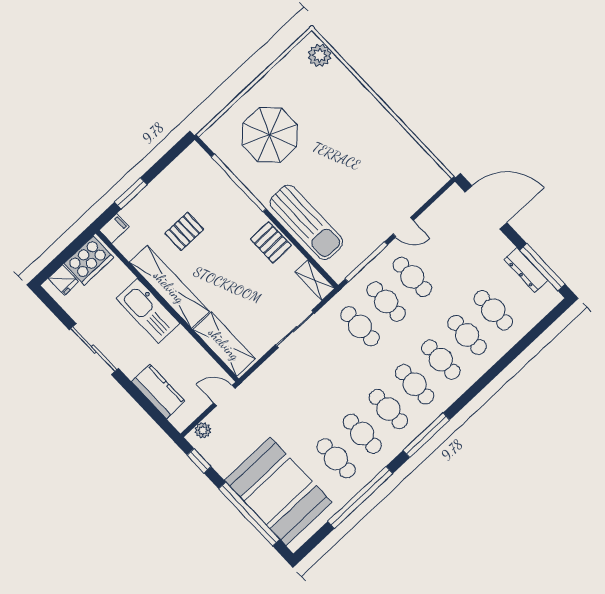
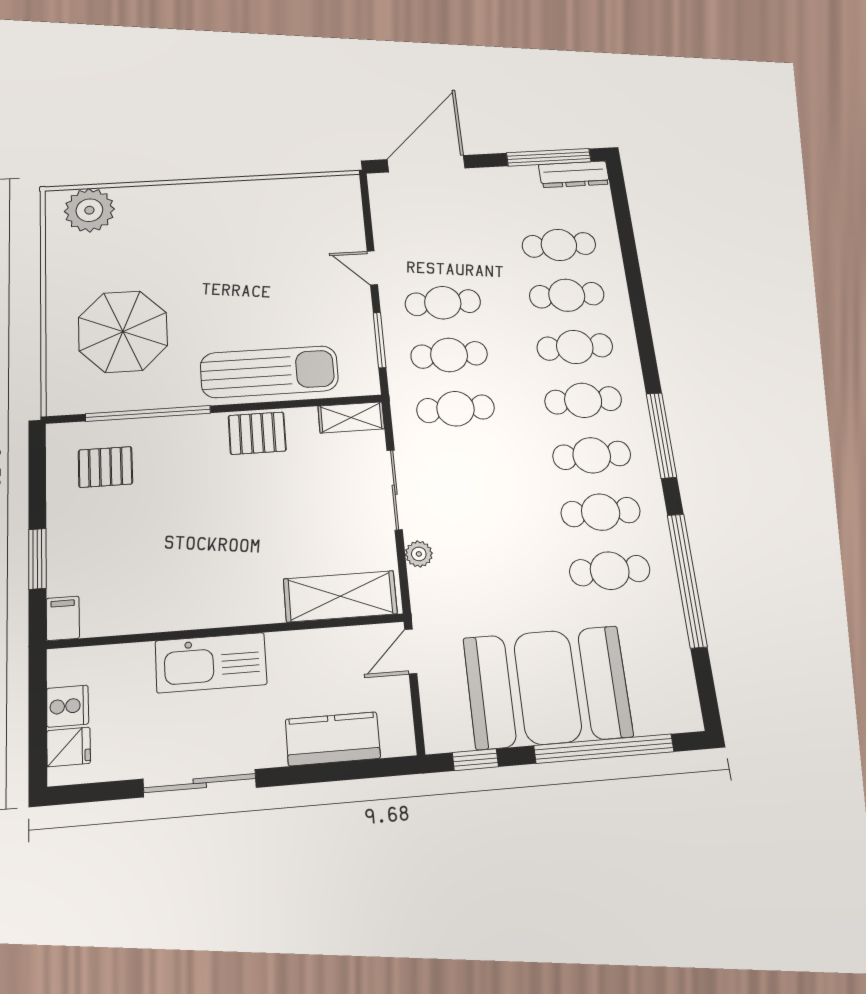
plant: (320, 55) -> (89, 210), width x1.36, depth x1.36
door: (403, 227) -> (372, 268), swing flipped
pallet: (184, 231) -> (105, 467), moved, turned 90
cooker: (89, 260) -> (68, 706), width x0.53, depth x0.76
window: (366, 262) -> (380, 340), width x0.69
dresser: (526, 270) -> (574, 174), moved
shelving: (169, 287) -> (204, 607), removed
plant: (203, 430) -> (419, 554), moved
booth: (278, 491) -> (548, 687), moved

